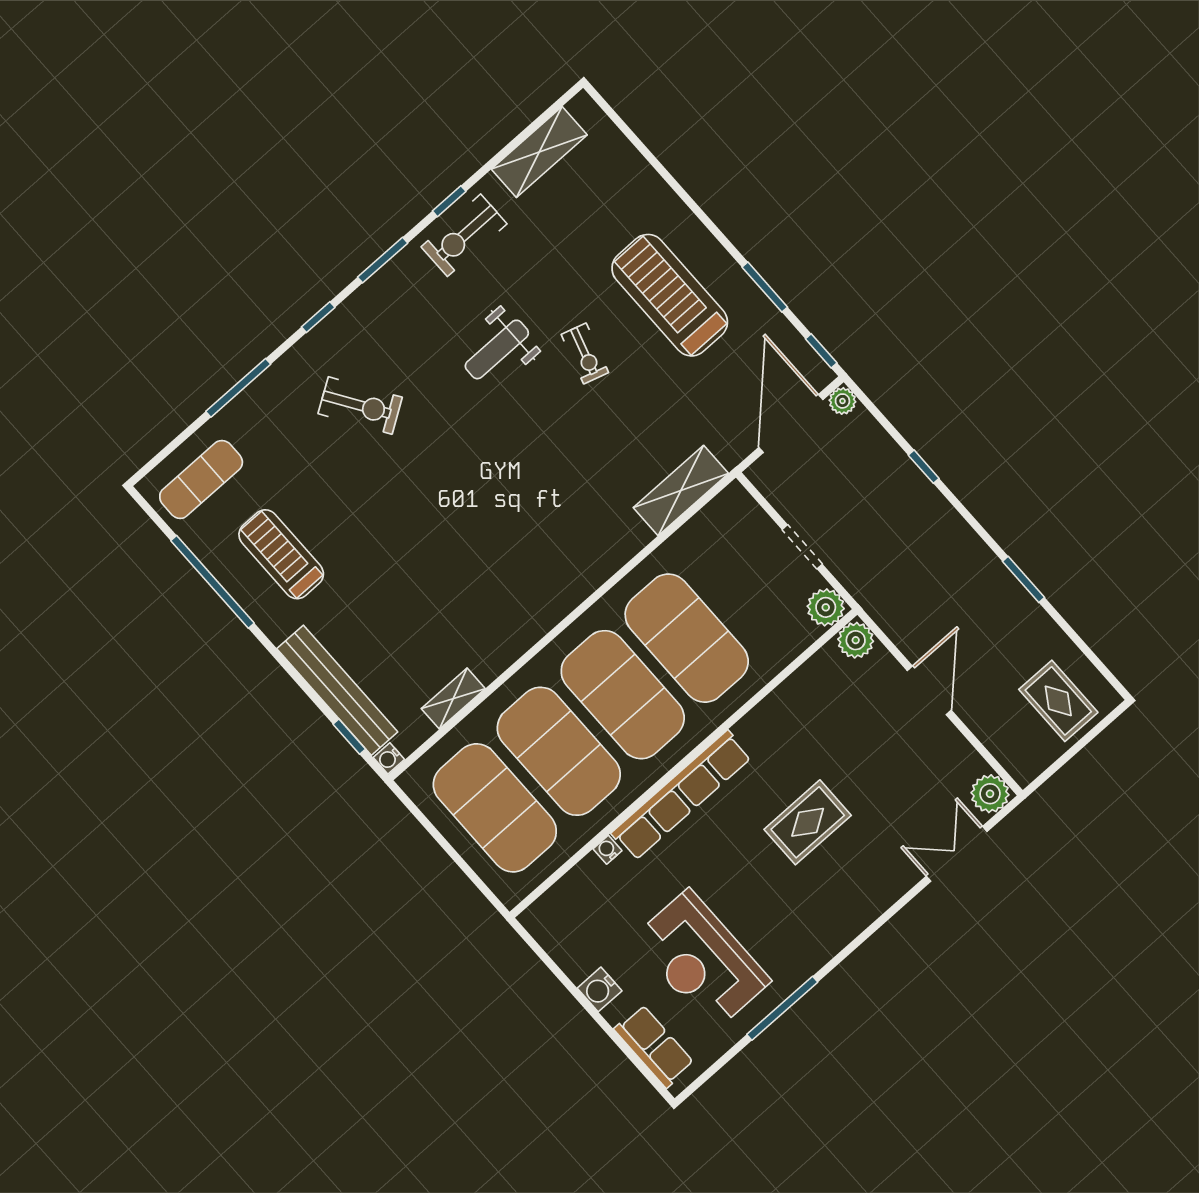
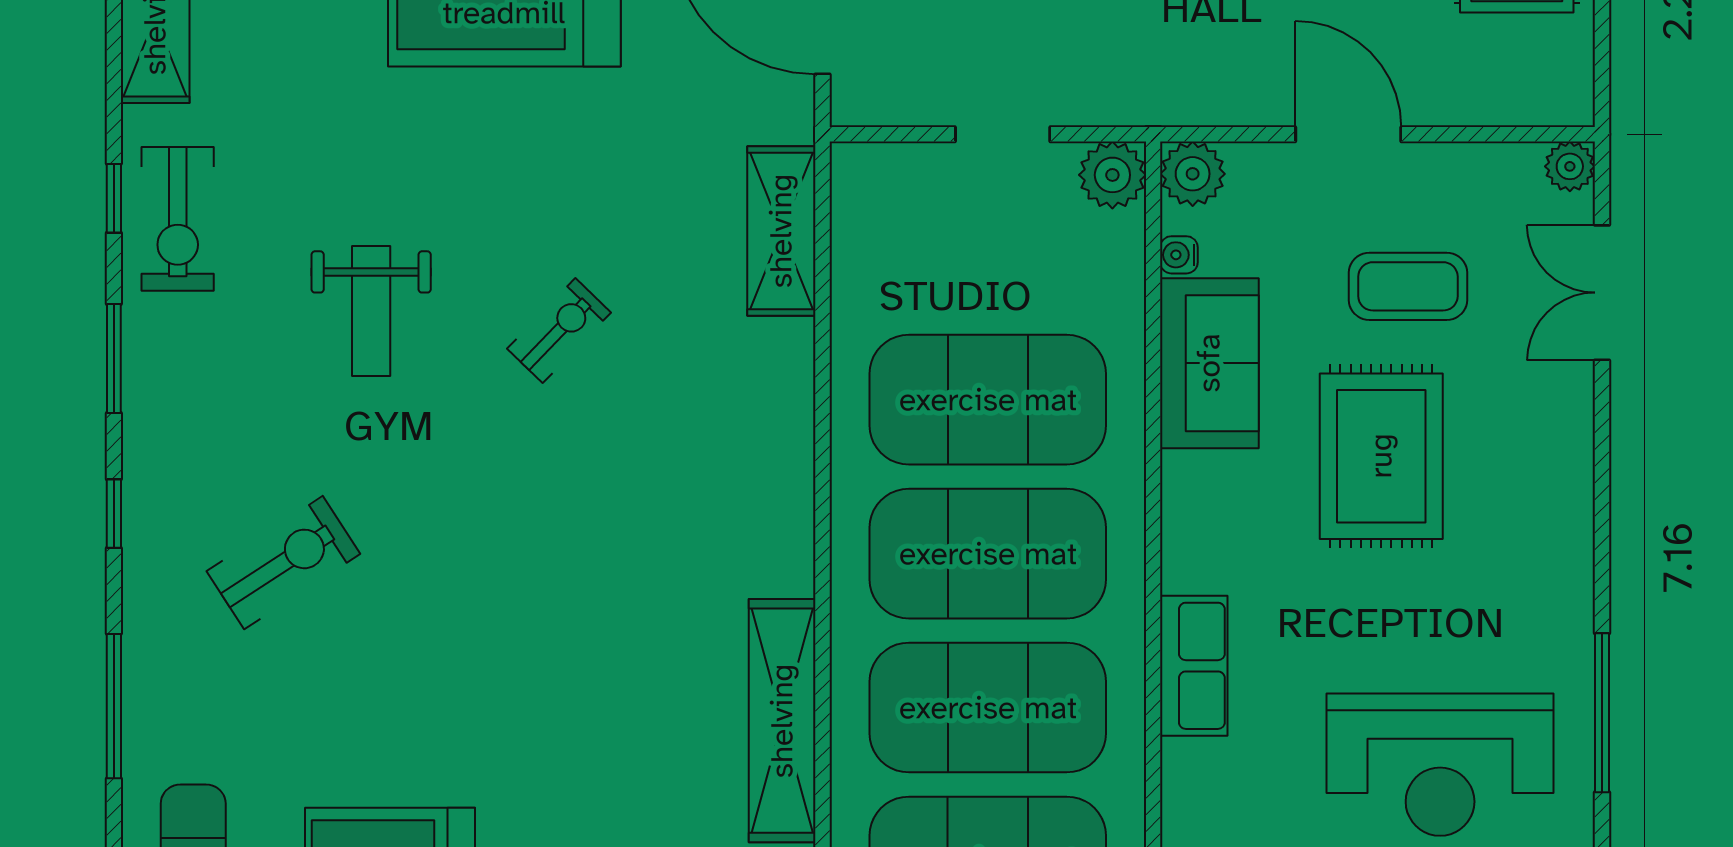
exercise bike: (585, 354) -> (559, 331), moved, turned -63
shelving: (453, 699) -> (782, 721), width x2.20, depth x1.33
sofa: (783, 717) -> (1209, 363), added
coffee table: (888, 771) -> (1408, 286), added
plant: (990, 794) -> (1570, 166), width x0.73, depth x0.73
row of seats: (681, 795) -> (1194, 666), width x0.50
rug: (808, 822) -> (1381, 456), width x1.36, depth x1.43
water cooler: (607, 850) -> (1179, 255), moved

